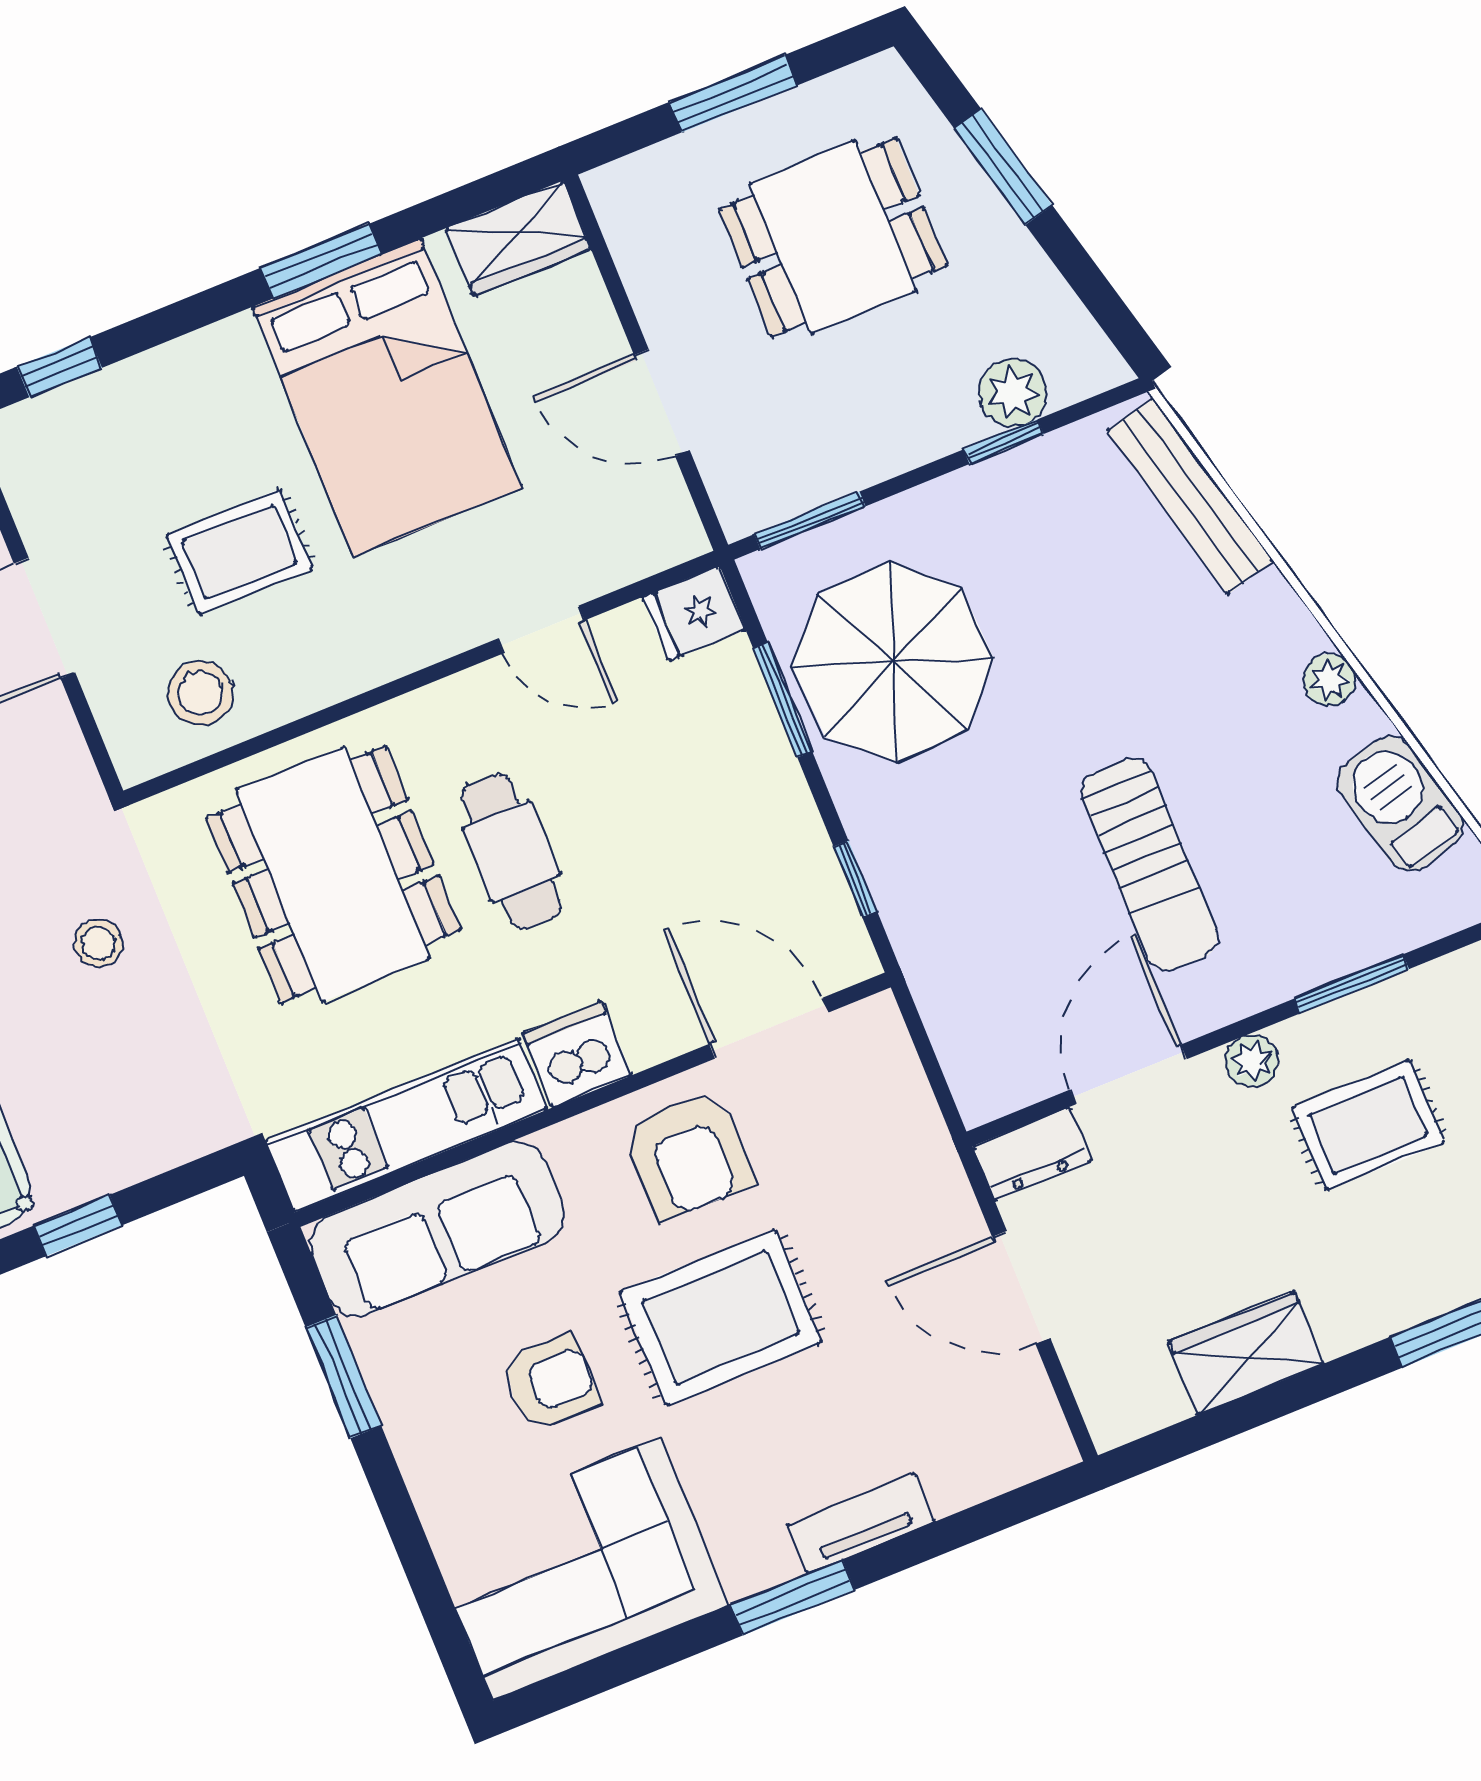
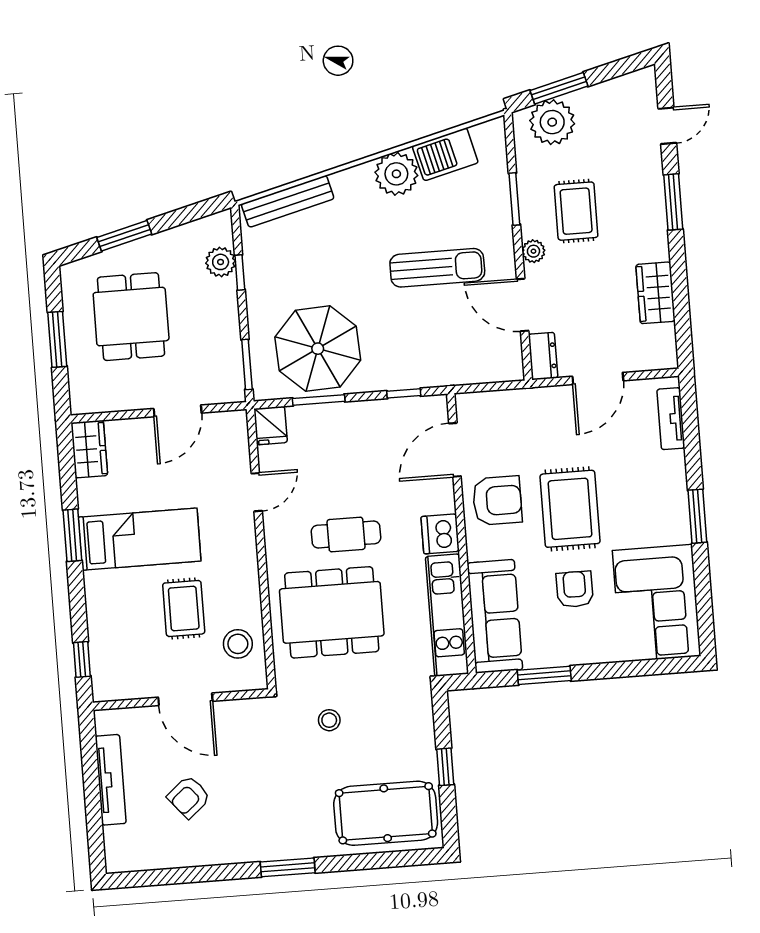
bed: (387, 398) -> (140, 539), width x0.67
plant: (1329, 680) -> (396, 174), width x1.88, depth x1.88
tv unit: (861, 1523) -> (671, 419), moved

